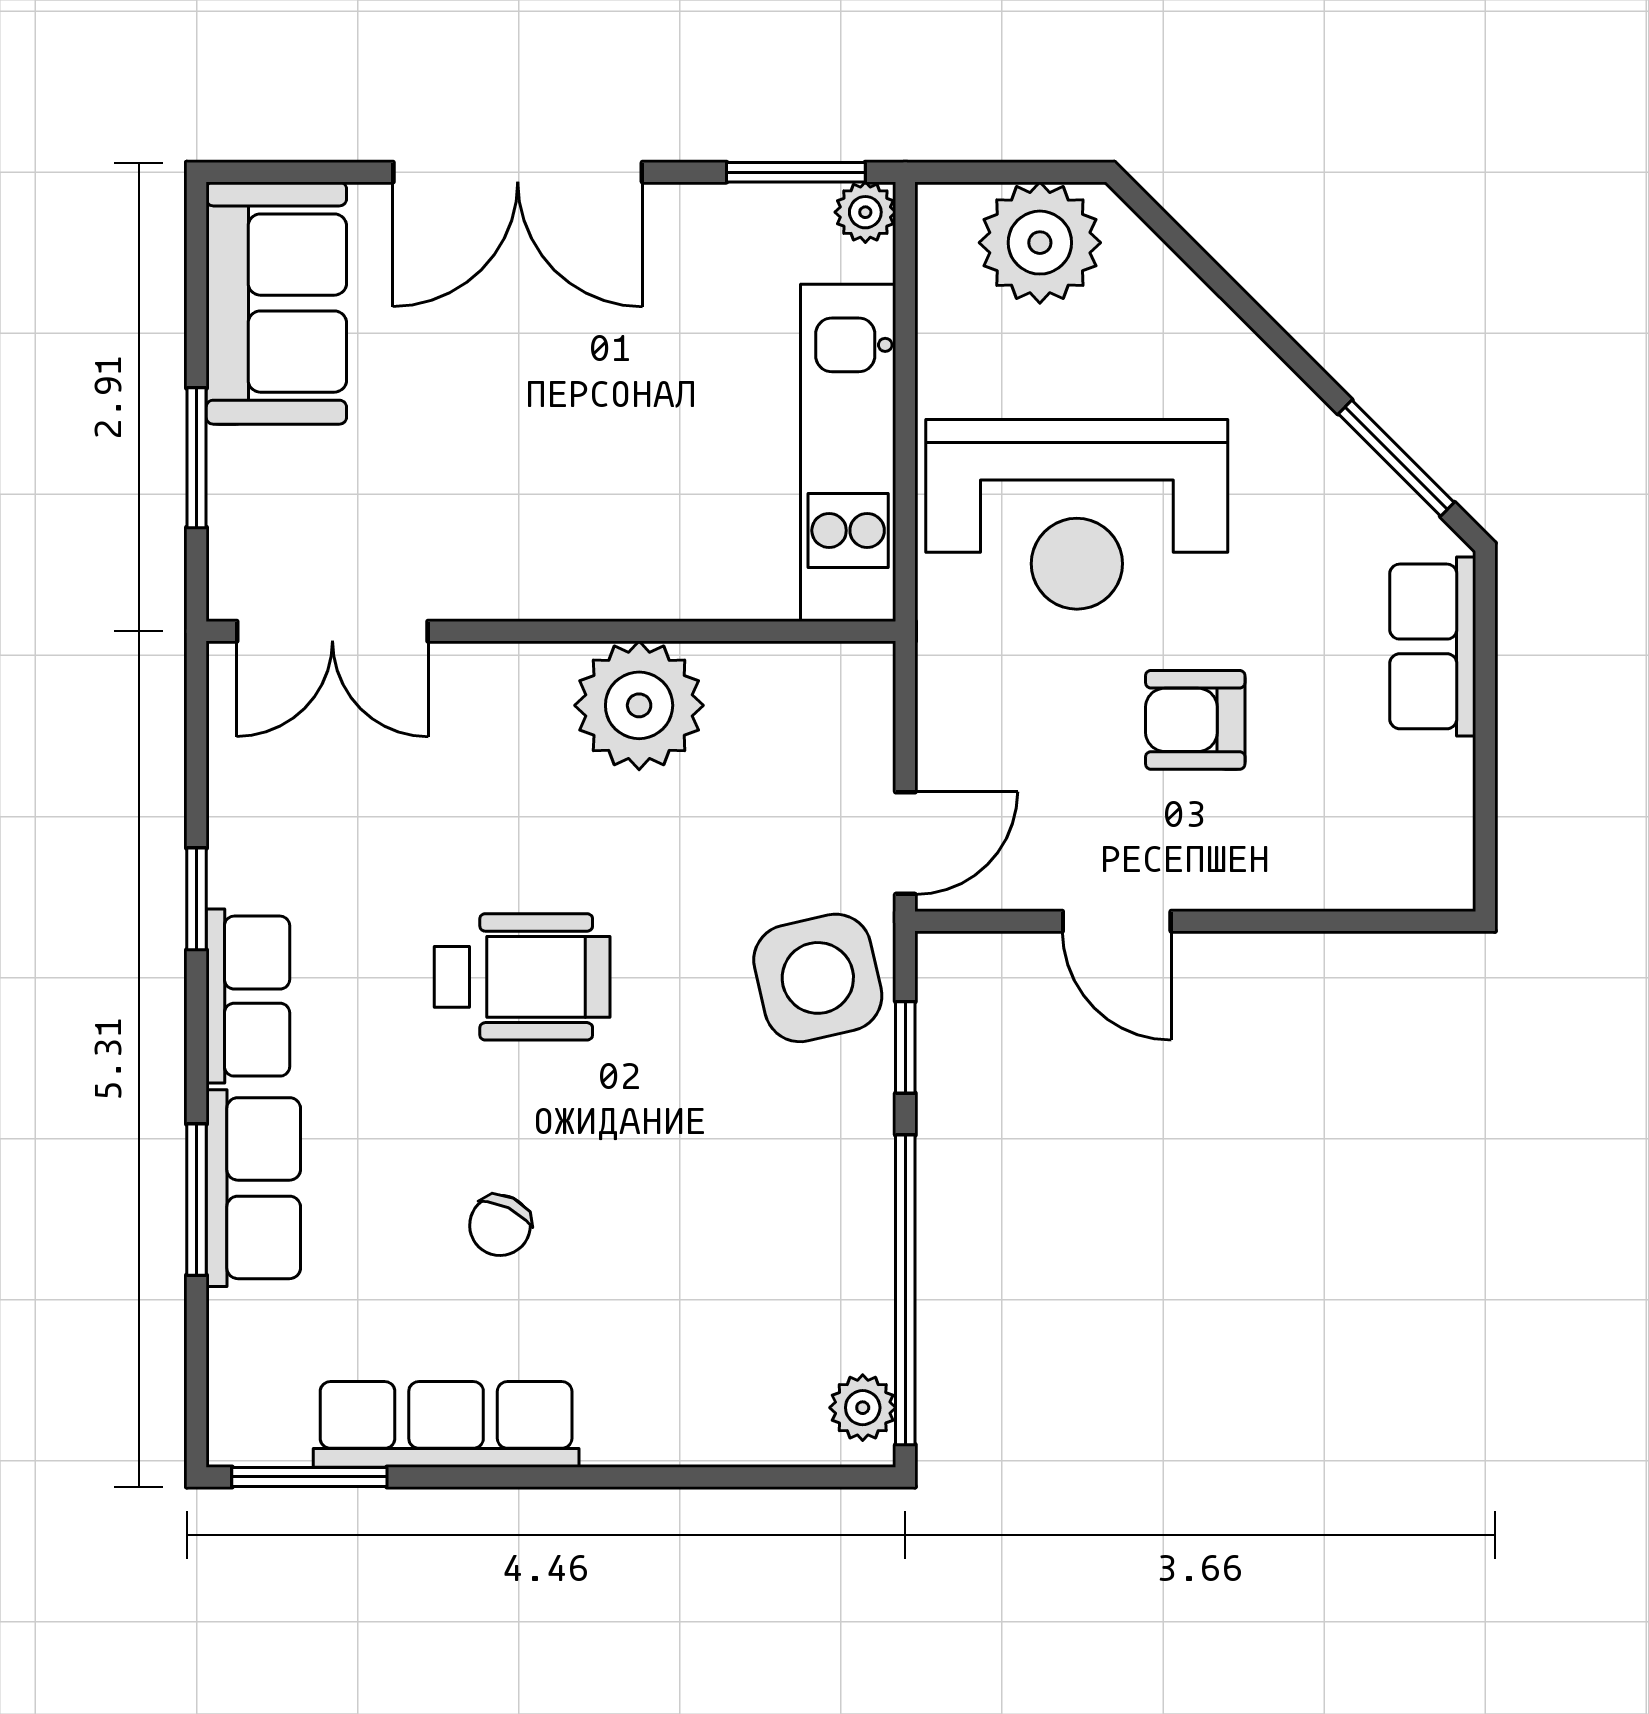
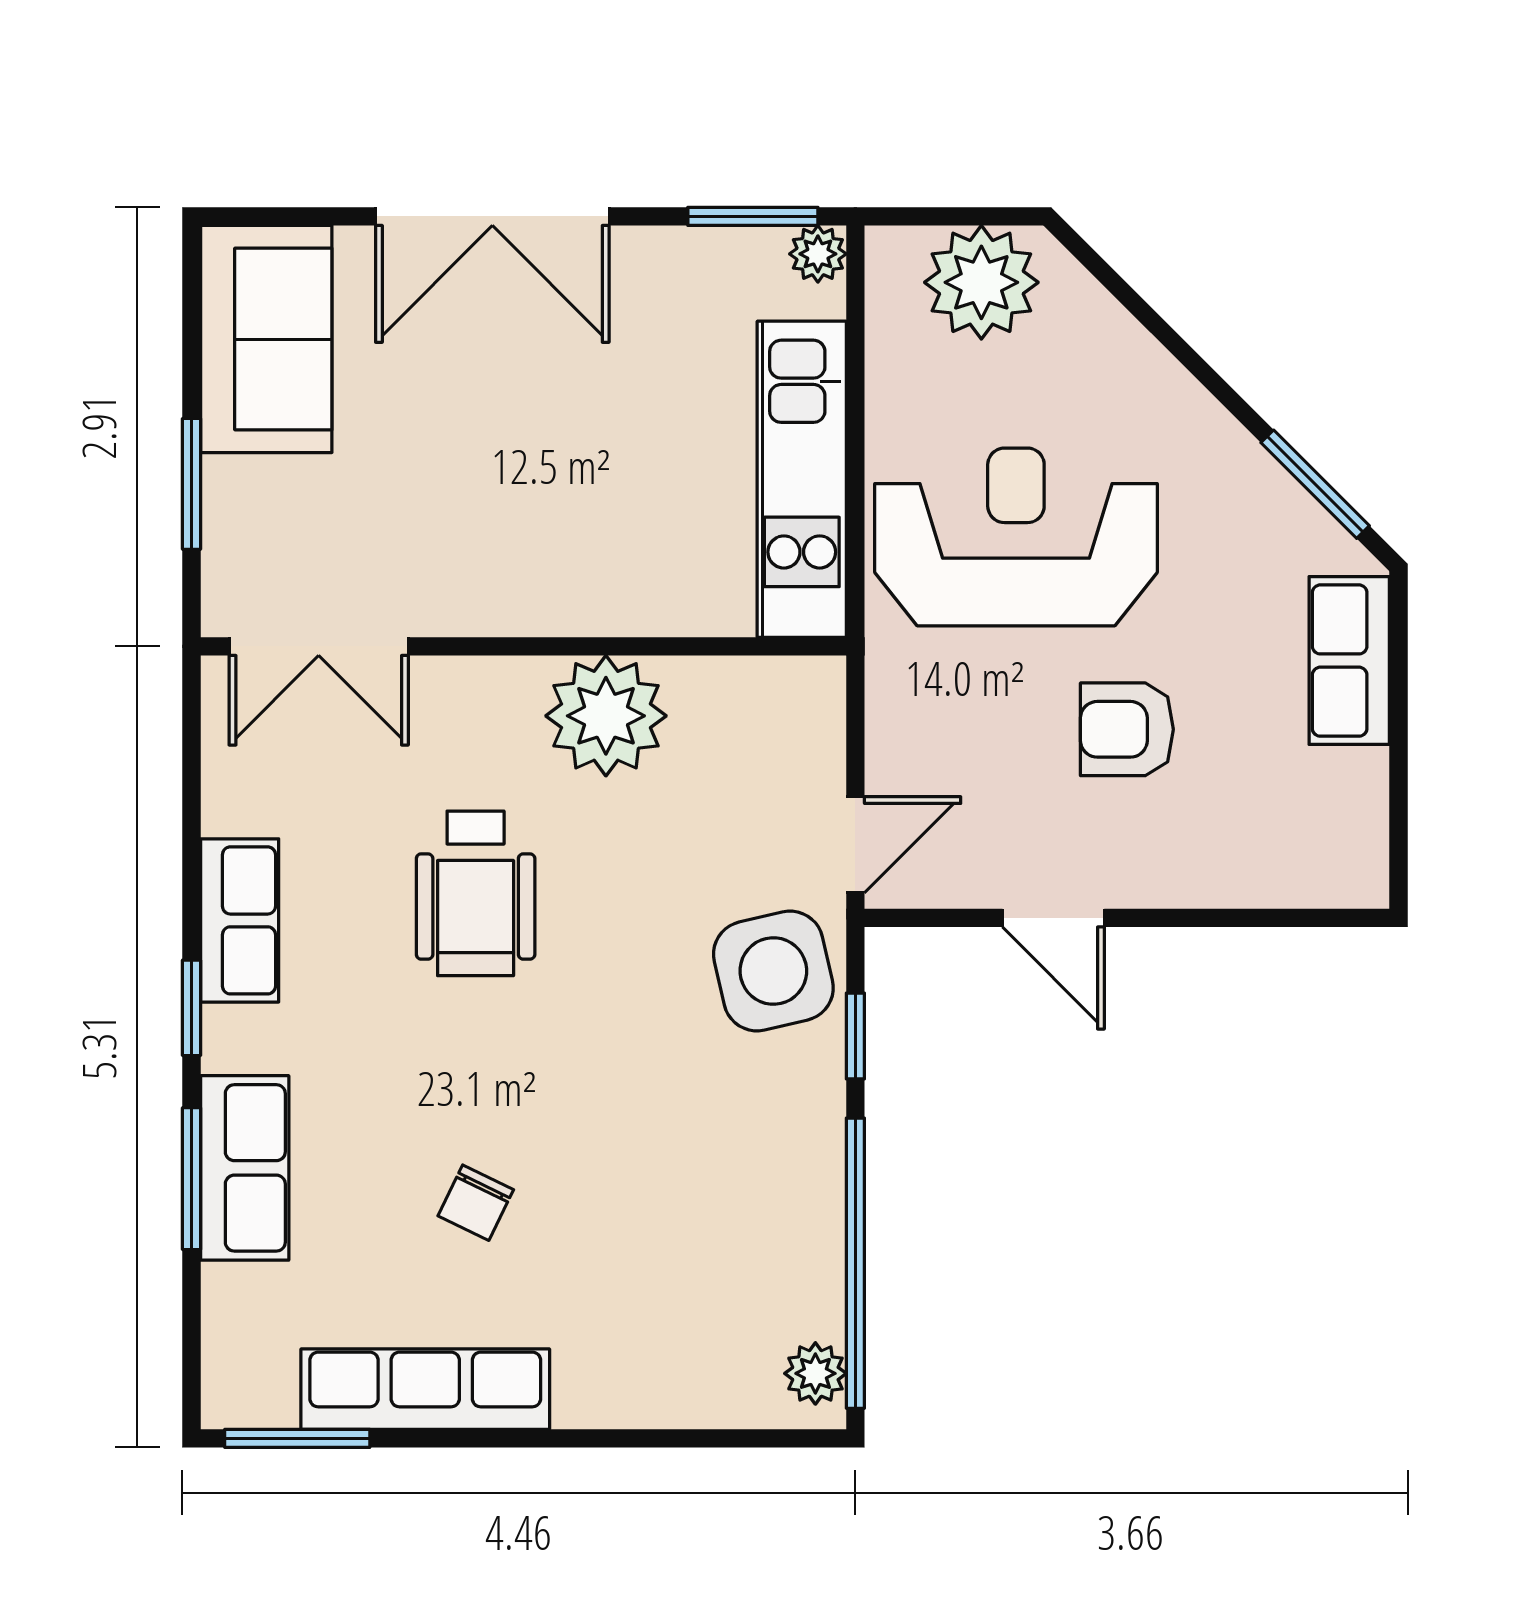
reception desk: (1077, 514) -> (1016, 537), turned 180
window: (197, 899) -> (192, 1008), moved
wheelchair: (522, 977) -> (476, 893), moved, turned 90
row of seats: (248, 996) -> (240, 920), moved

